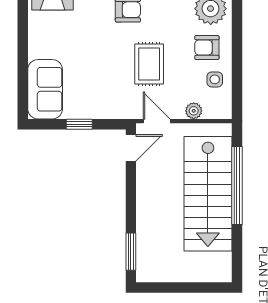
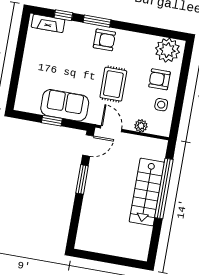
sofa: (45, 89) -> (65, 105), moved, turned -90
stairs: (208, 194) -> (147, 192), width x0.73, depth x0.66
window: (131, 252) -> (82, 179), moved

